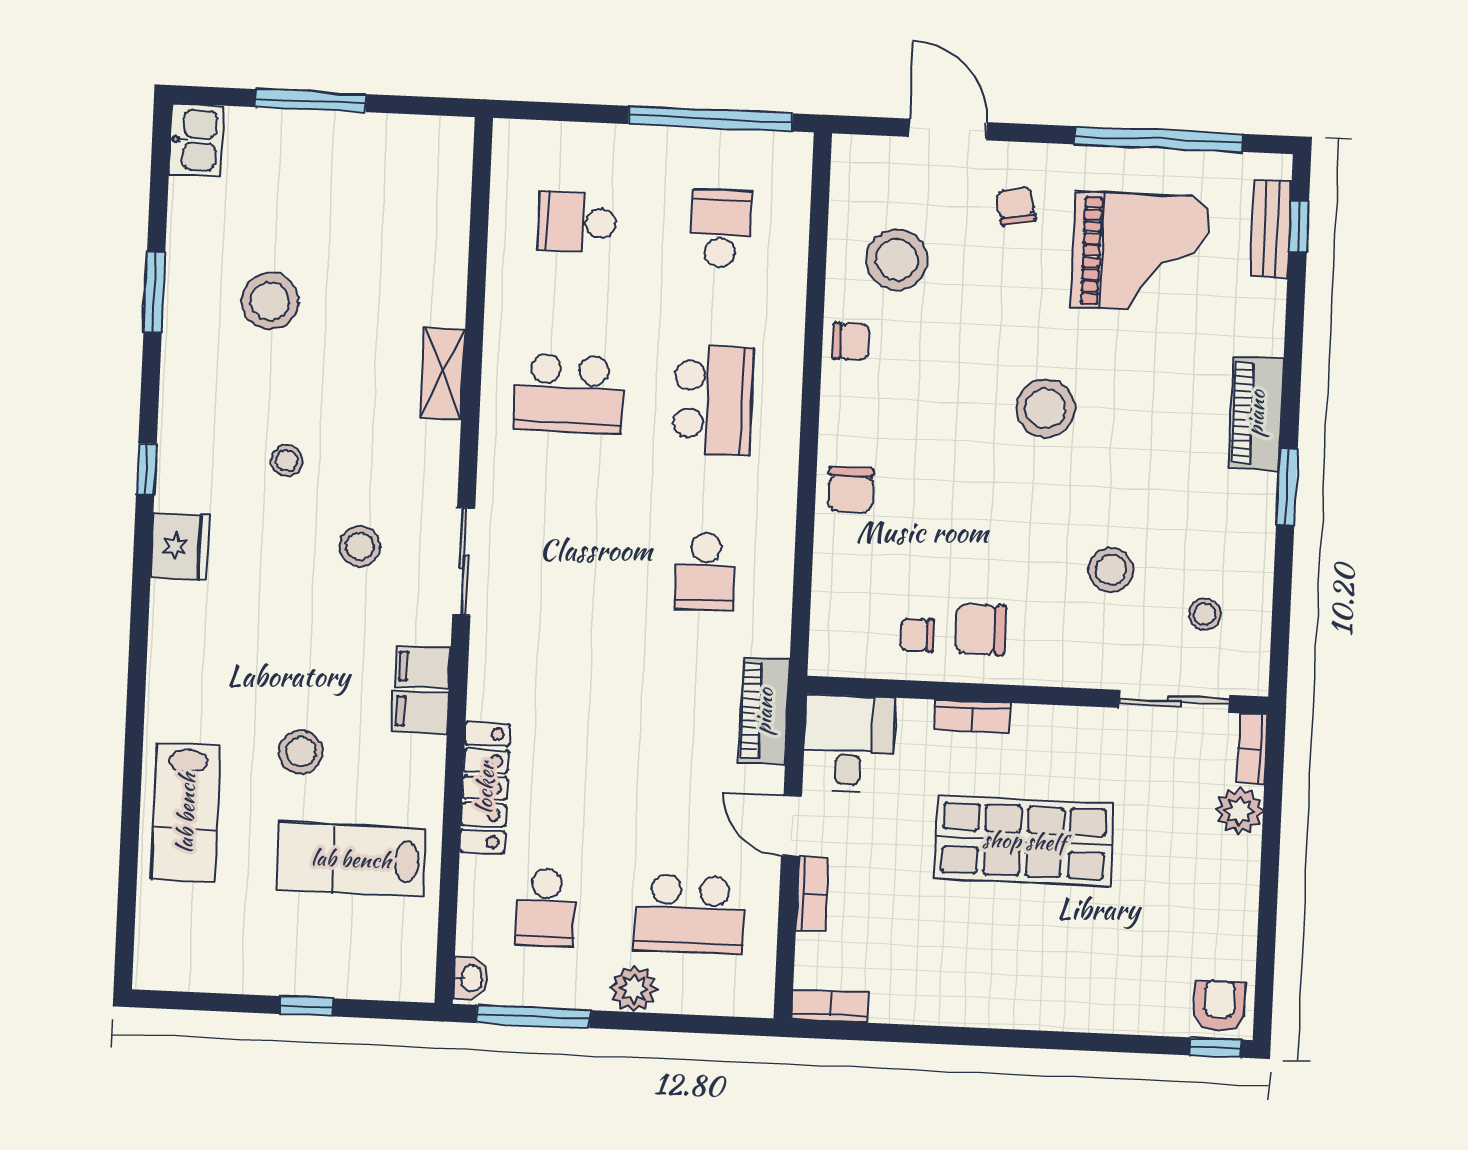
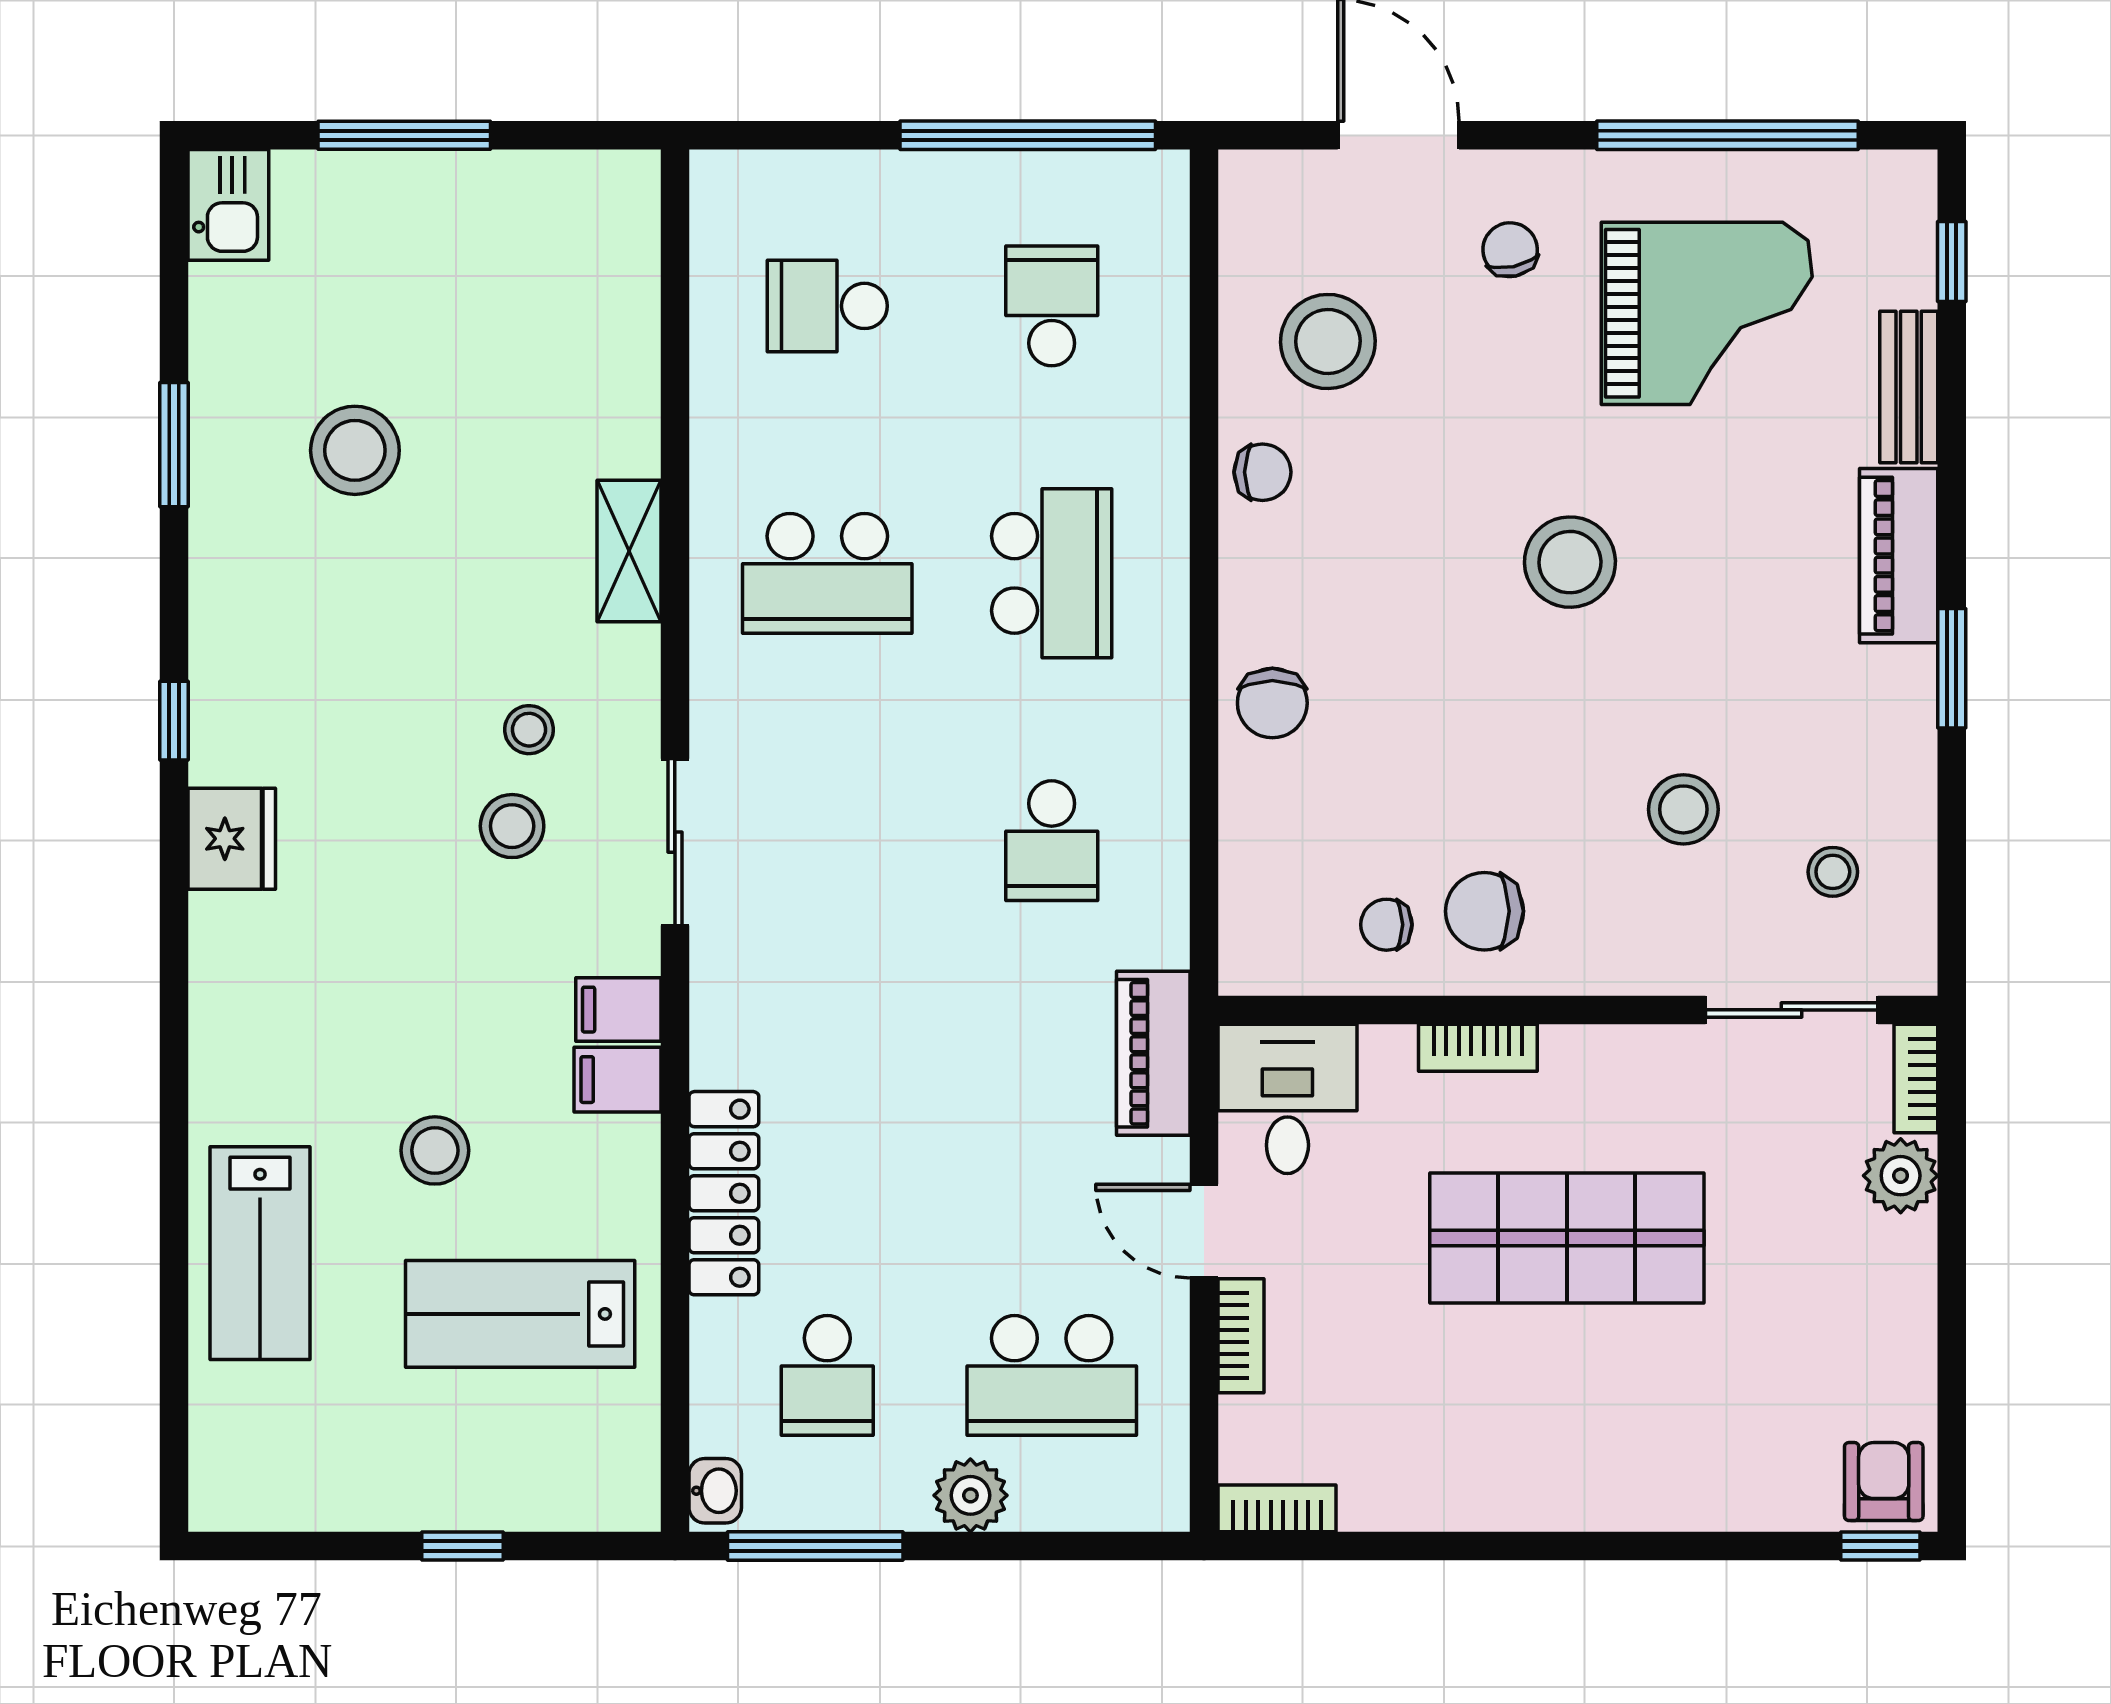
bench: (1271, 229) -> (1909, 387), moved
stool: (287, 461) -> (529, 730), moved

